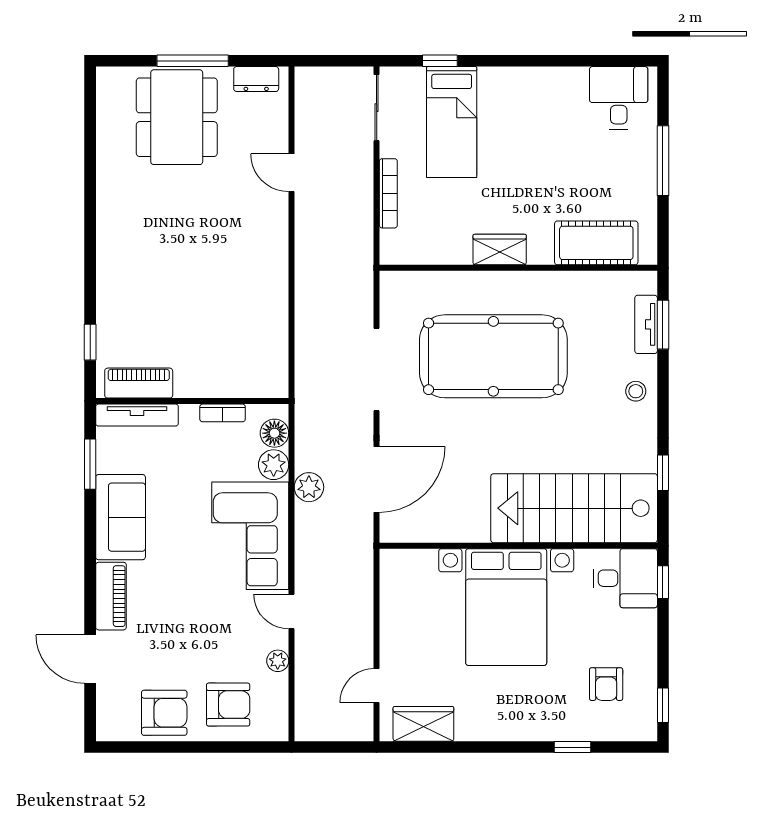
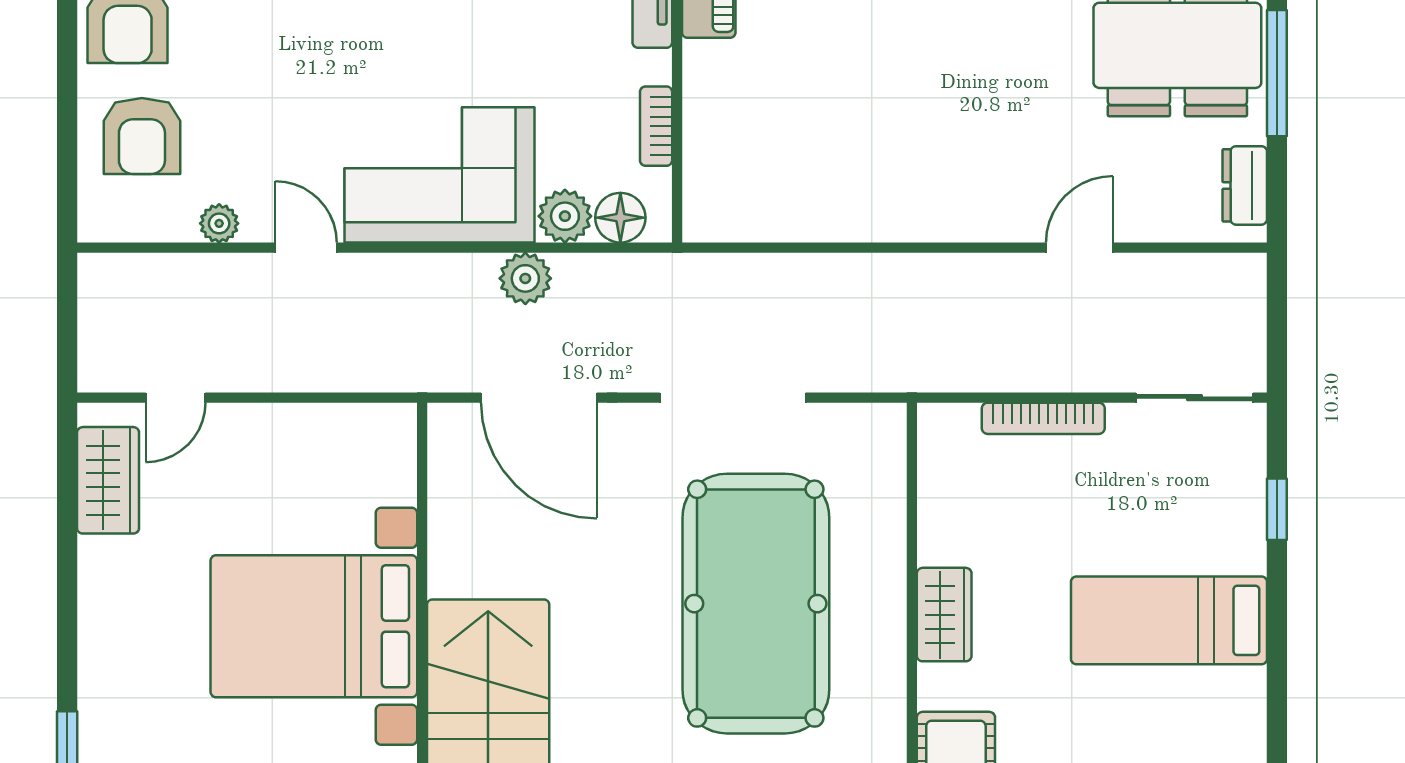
bed: (452, 122) -> (1169, 620), moved
door: (291, 611) -> (306, 248), hinge flipped
door: (377, 686) -> (175, 398), swing flipped

